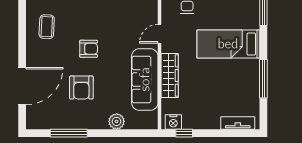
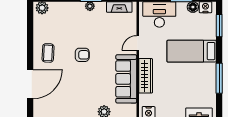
coffee table: (47, 27) -> (48, 53), moved
armchair: (81, 88) -> (77, 85), removed

